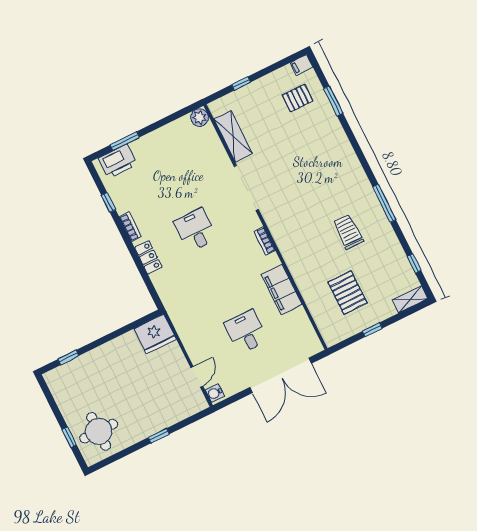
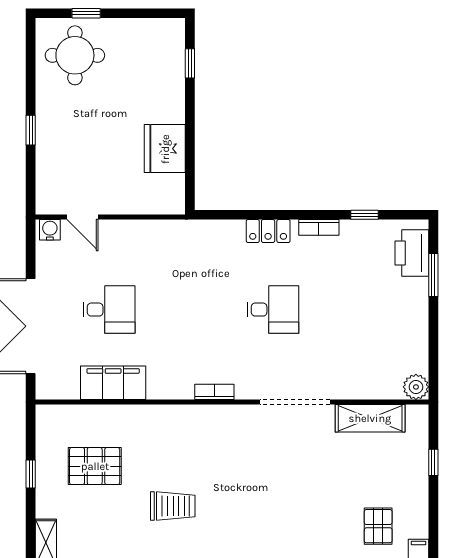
filing cabinet: (282, 290) -> (113, 383), moved
fridge: (155, 334) -> (165, 149), moved

